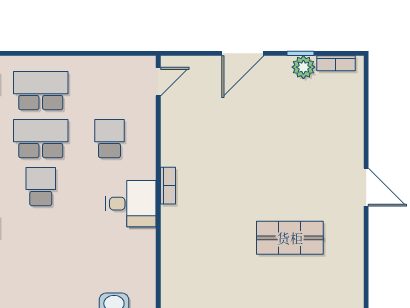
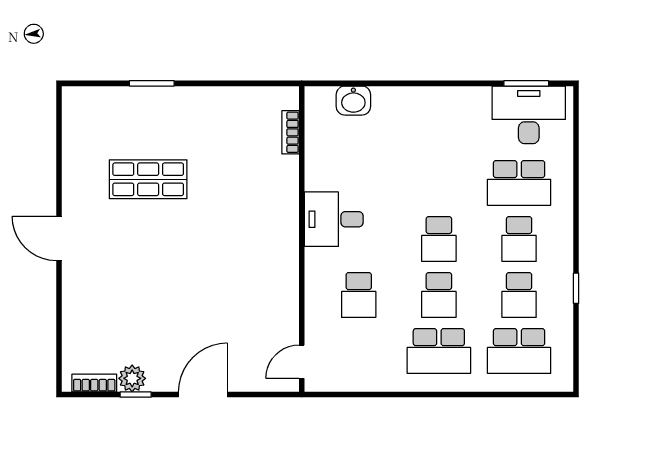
school desk: (41, 139) -> (439, 295), width x0.54
bookcase: (168, 186) -> (290, 132), moved

